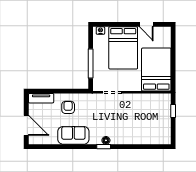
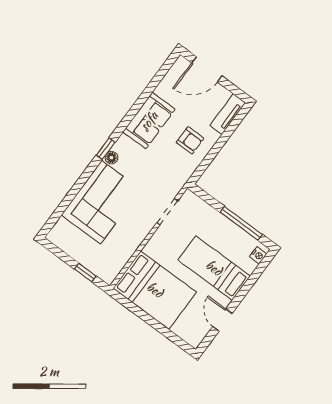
door: (146, 24) -> (222, 320), hinge flipped
bed: (123, 48) -> (214, 268), width x0.67
window: (91, 64) -> (241, 223), moved
corner sofa: (132, 129) -> (101, 202), added

